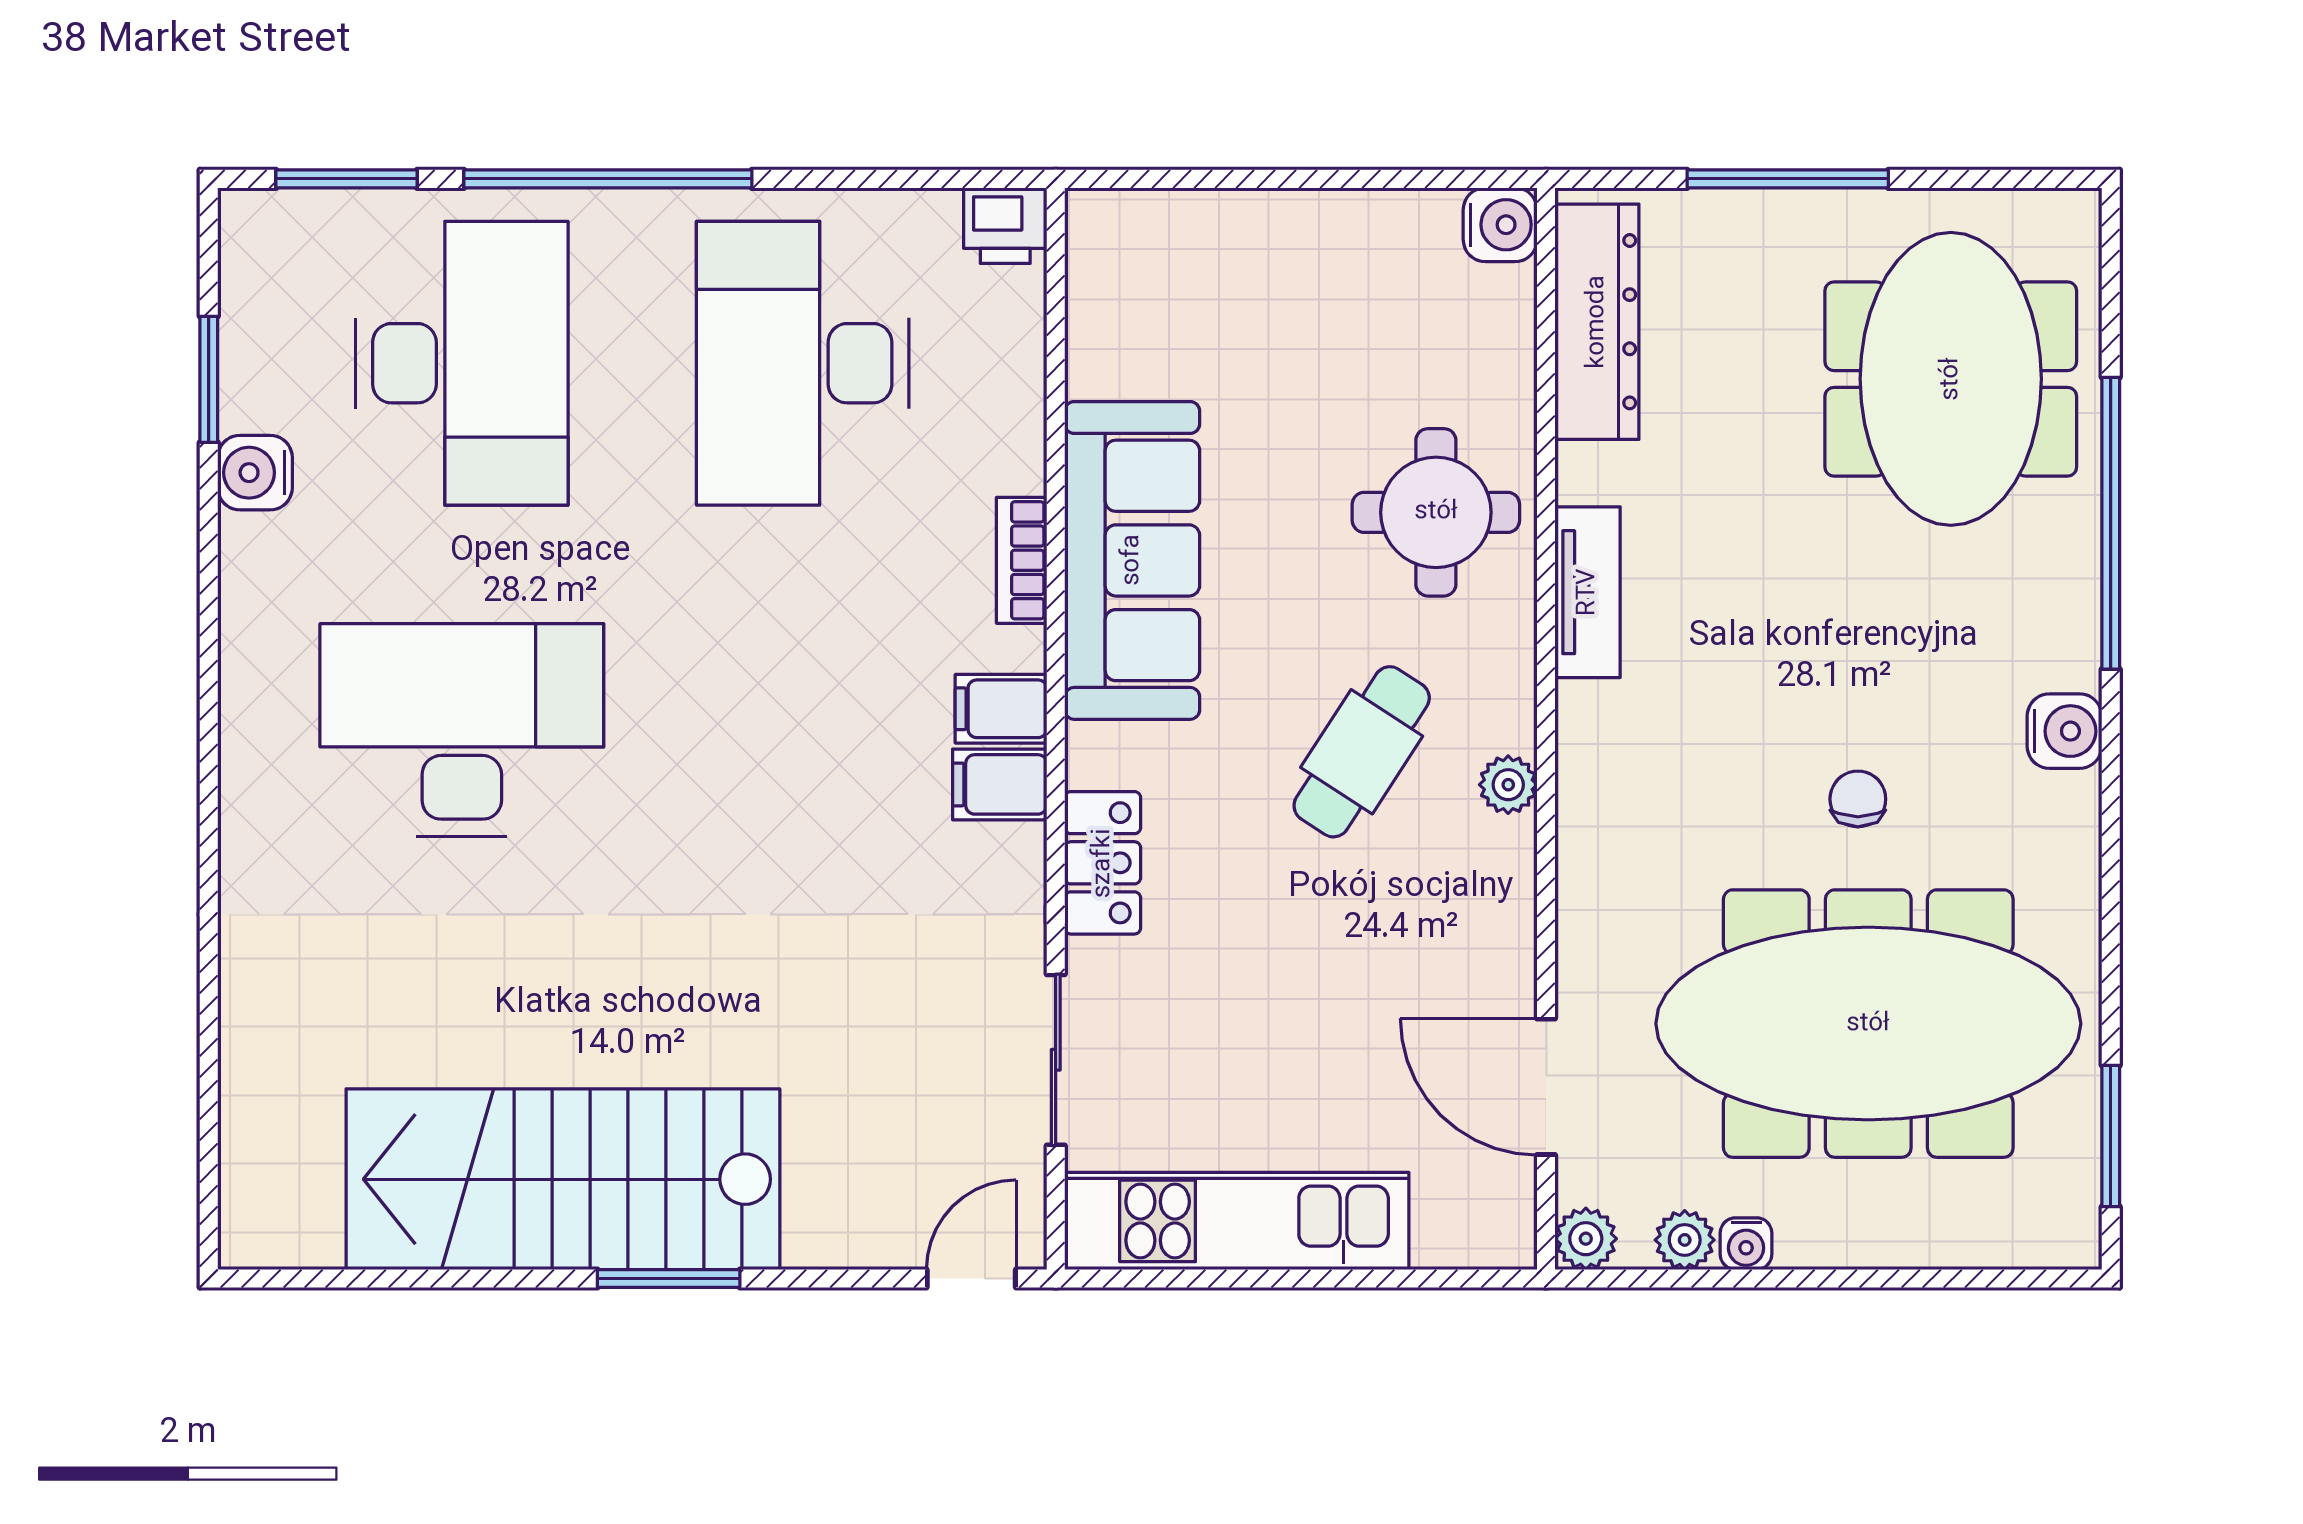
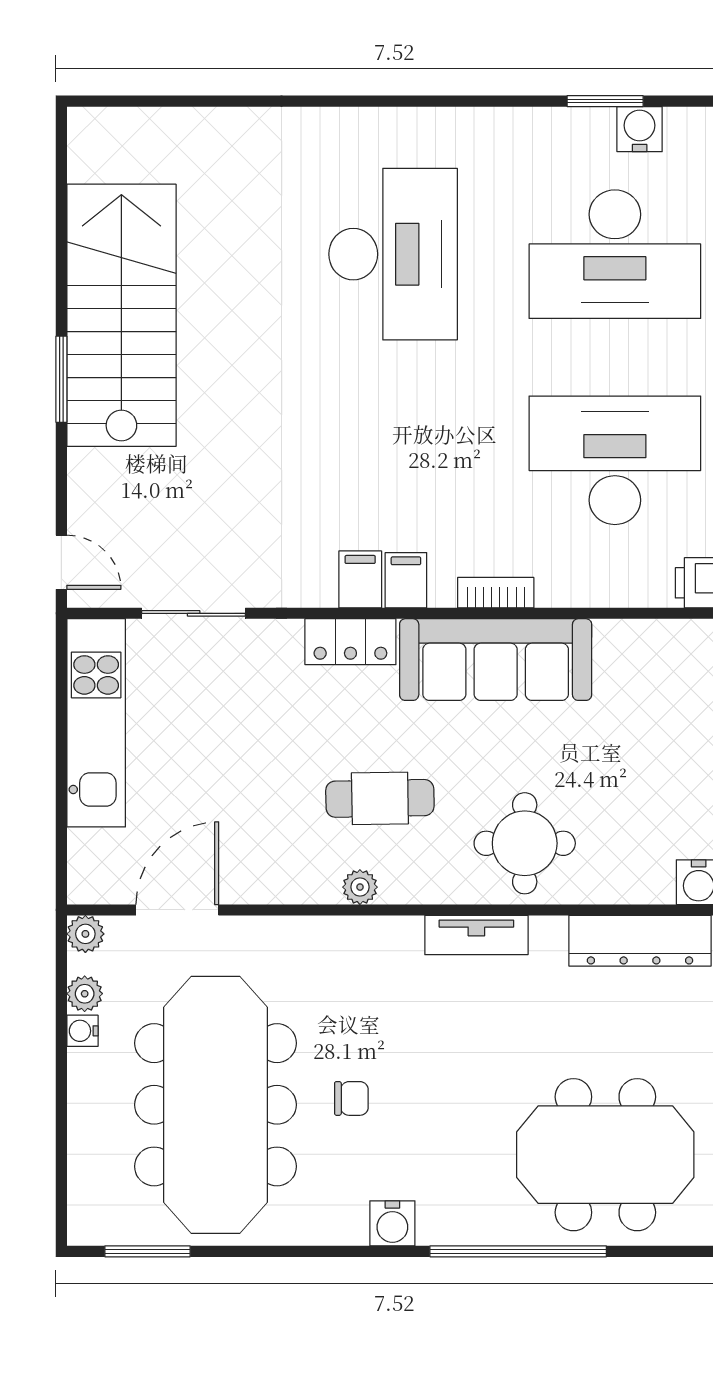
water cooler: (255, 473) -> (640, 129), moved
cafe table: (1362, 752) -> (380, 798), turned -34
locker: (1103, 863) -> (350, 642), moved

